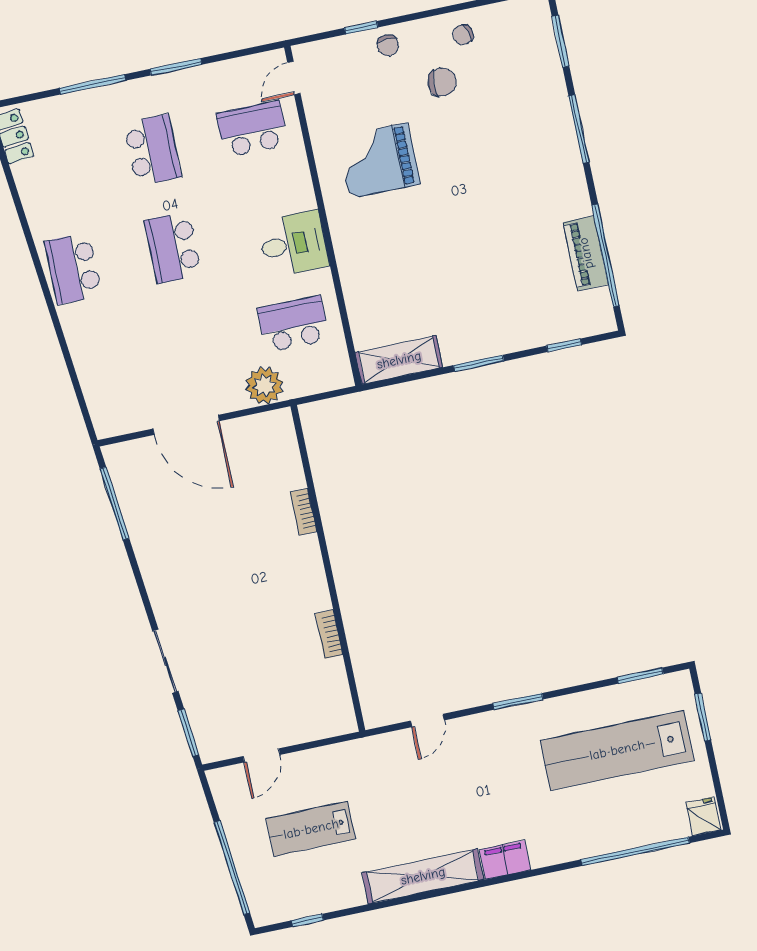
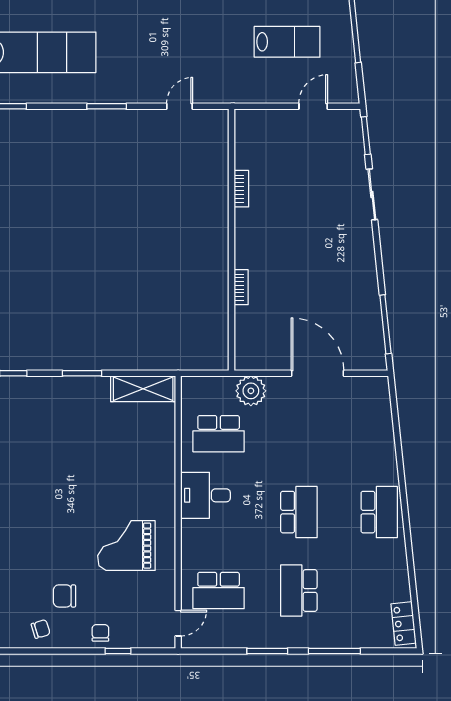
grand piano: (378, 161) -> (126, 546), turned 180

